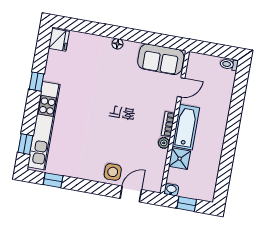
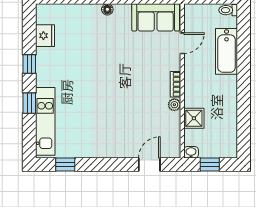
fridge: (59, 40) -> (45, 36), moved
kitchen unit: (44, 126) -> (45, 121), width x0.73
bathtub: (186, 127) -> (227, 51), moved, turned 180
window: (25, 144) -> (29, 103), moved
side table: (113, 172) -> (126, 145), removed

